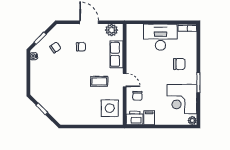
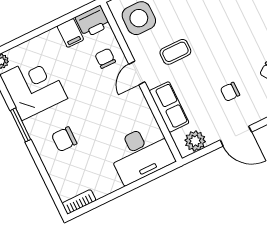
desk: (160, 37) -> (141, 154), moved
door: (125, 80) -> (137, 73), hinge flipped

